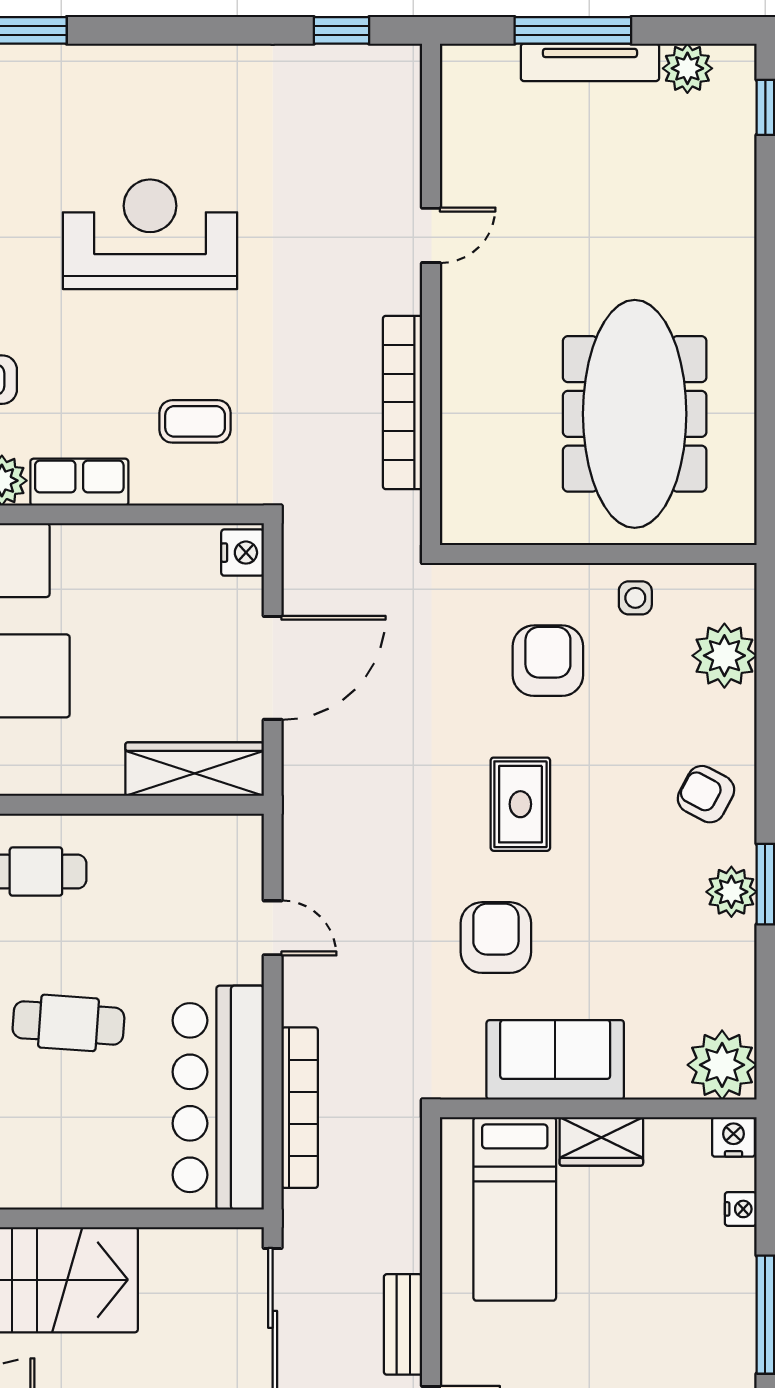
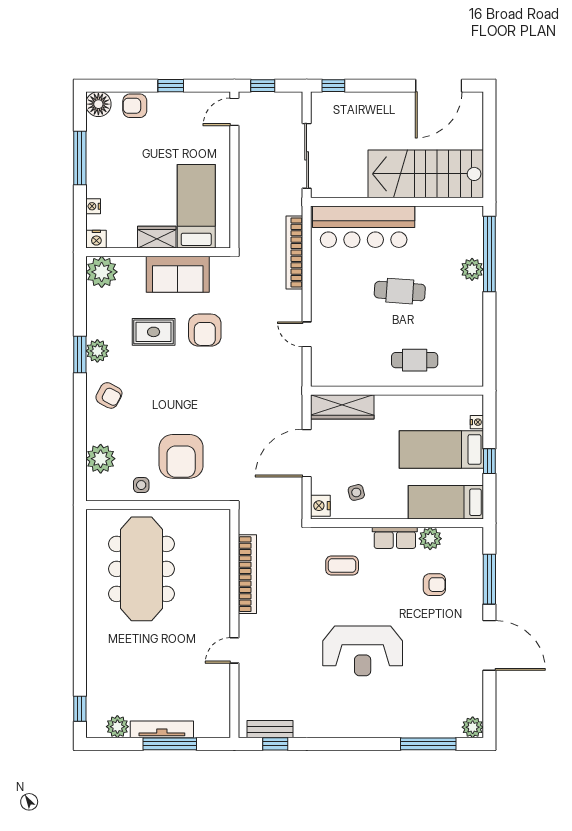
side table: (164, 582) -> (356, 492), added
armchair: (548, 661) -> (181, 456), width x1.36, depth x1.36
rug: (520, 804) -> (154, 332), moved, turned 90
bar counter: (218, 1098) -> (364, 227), moved, turned 90
bench: (403, 1324) -> (270, 729), moved, turned 90

